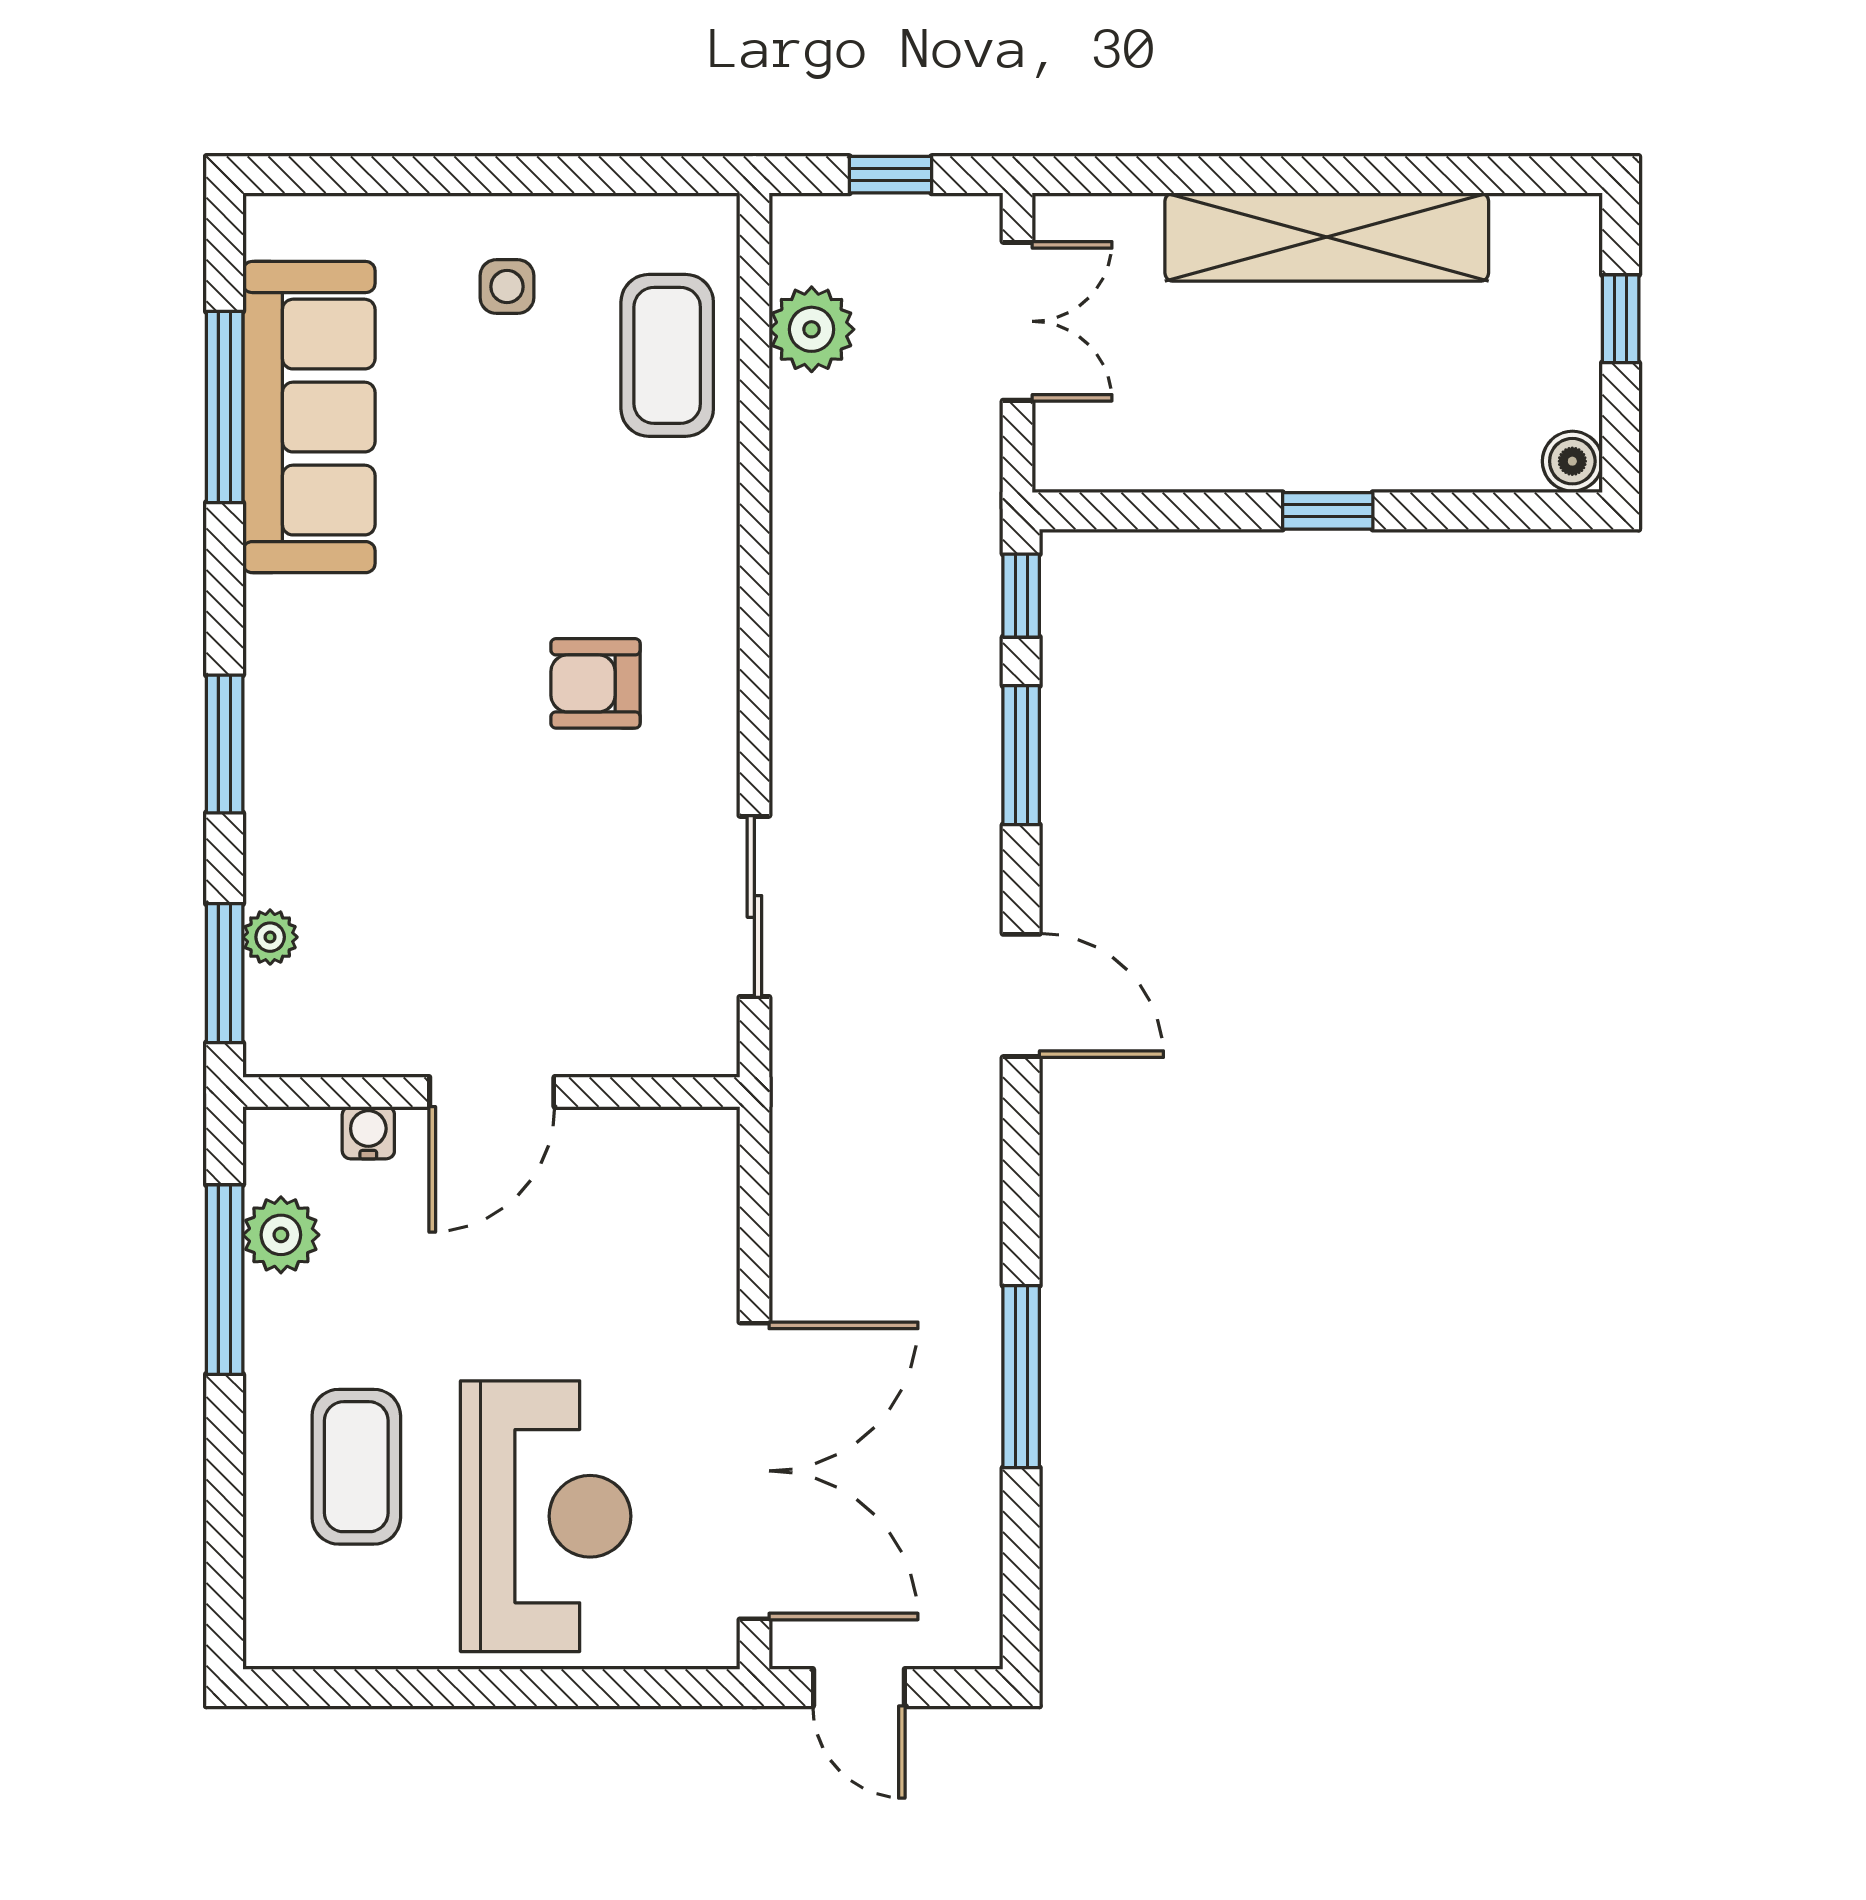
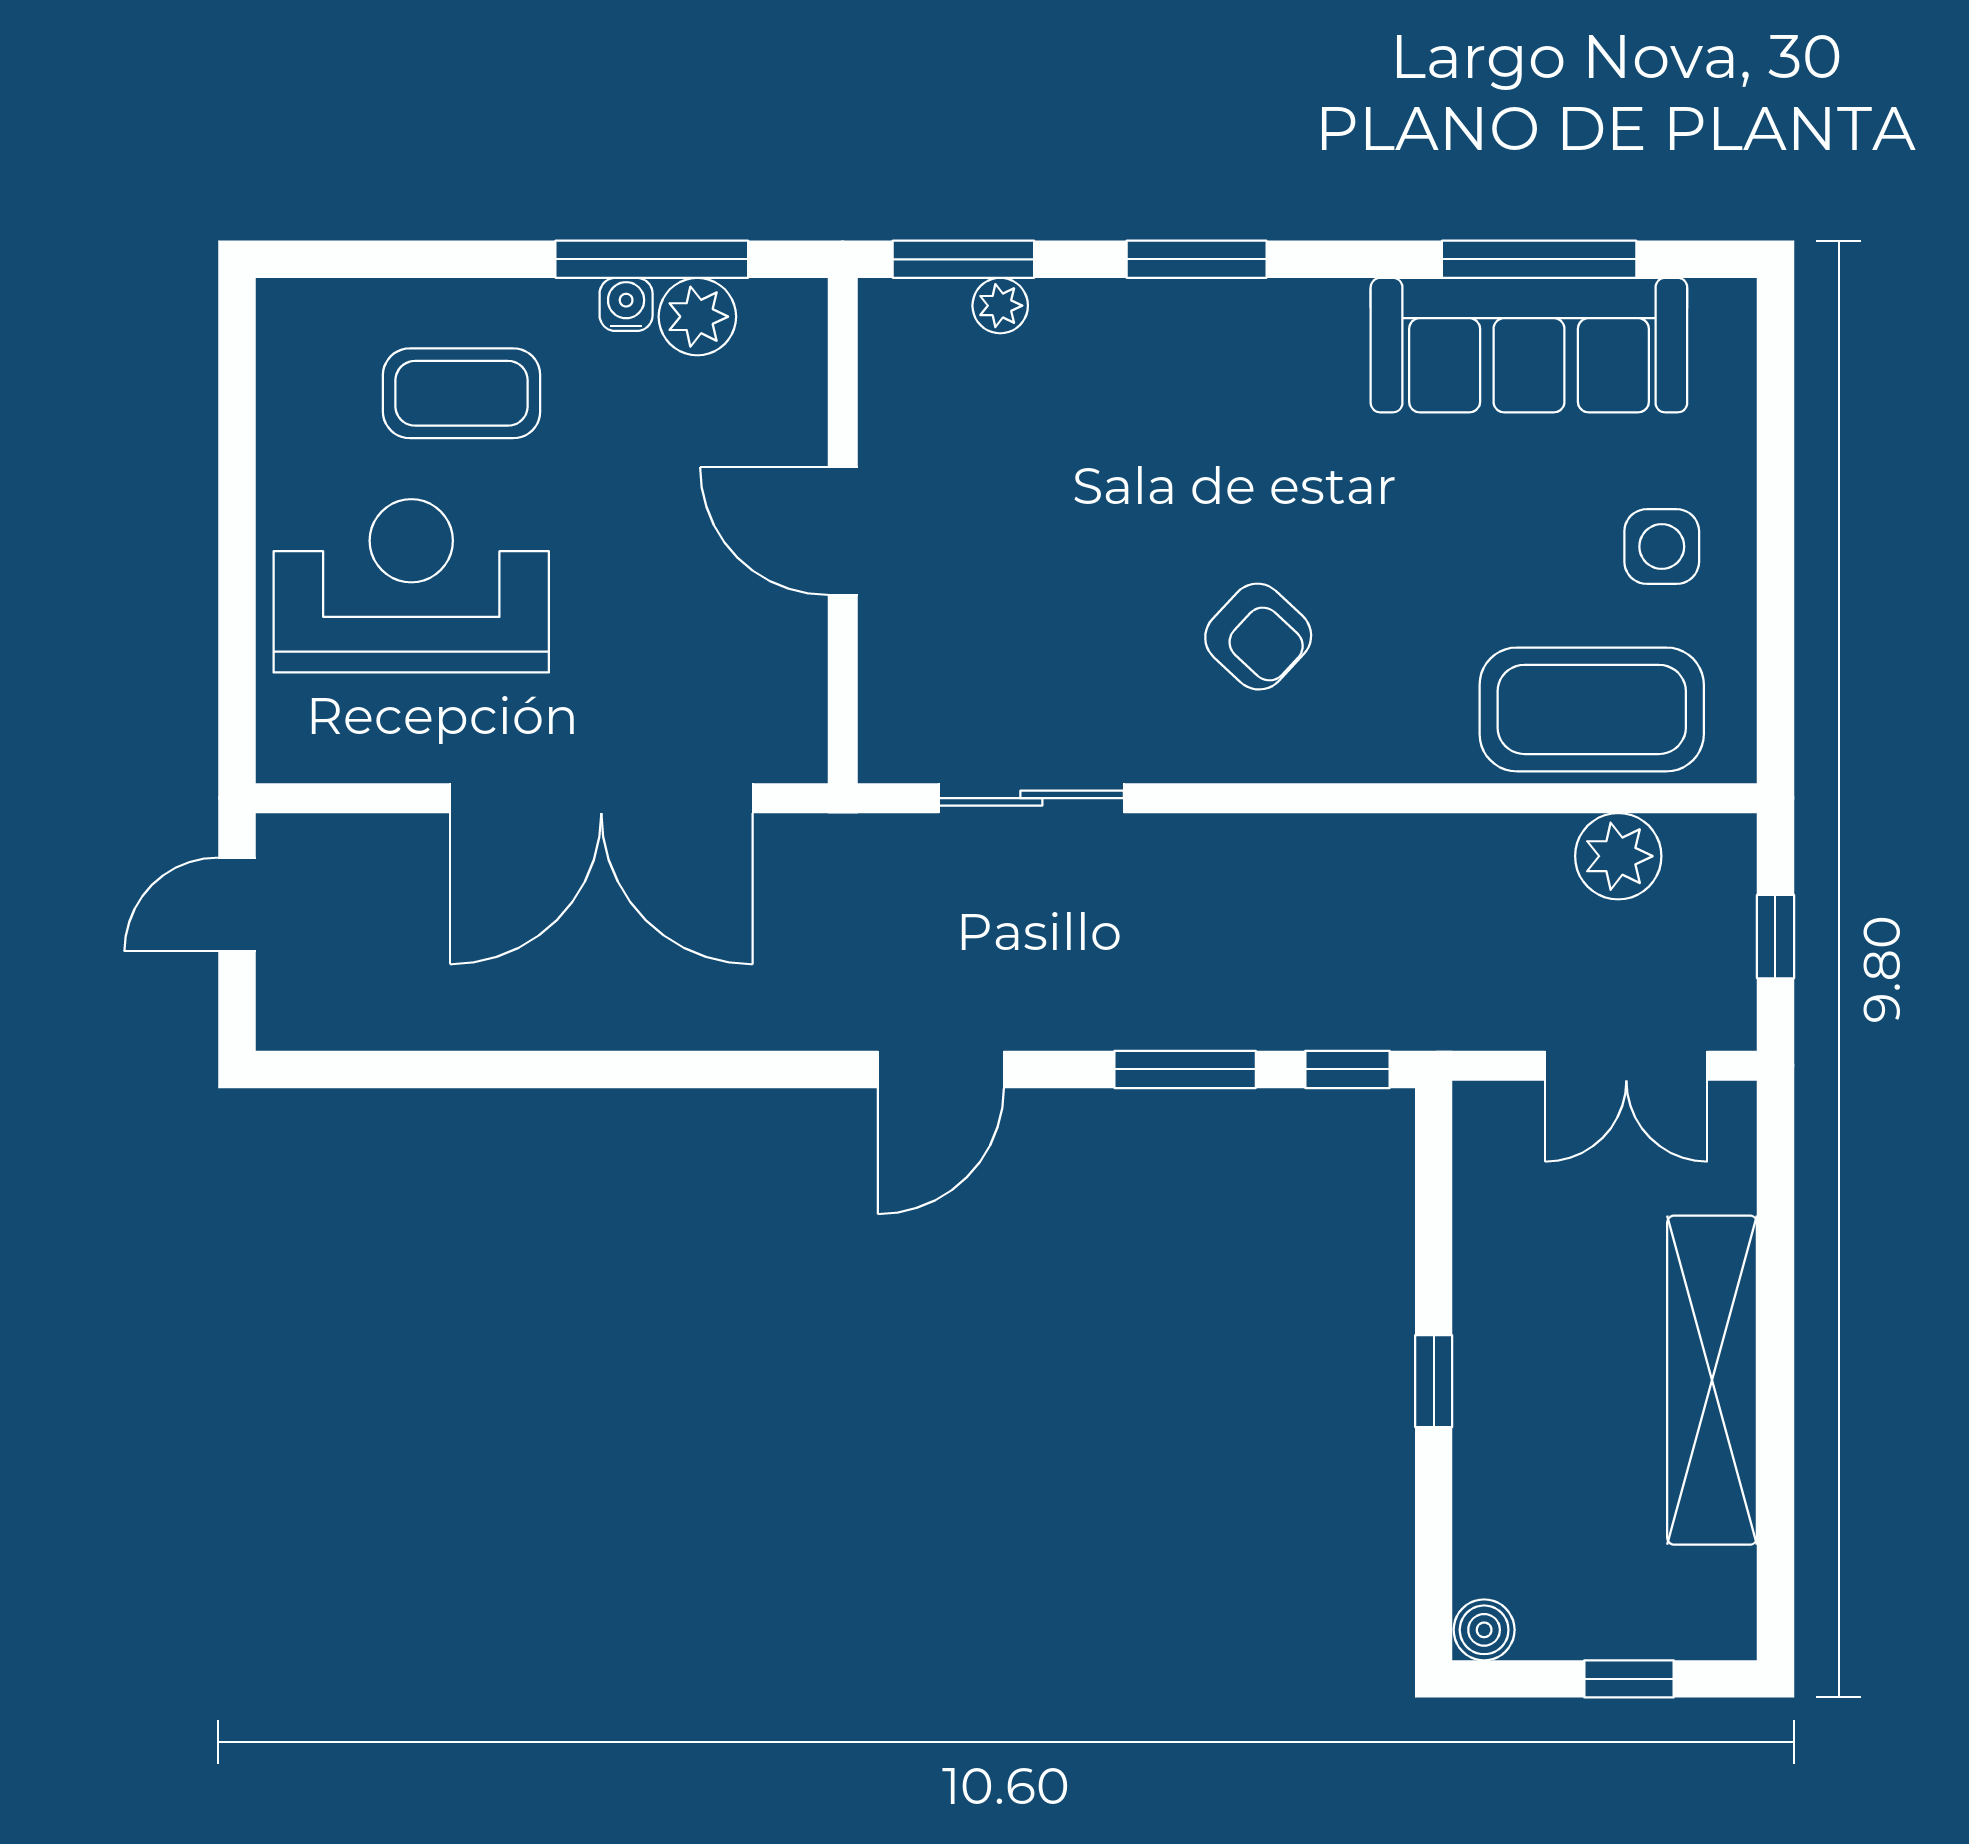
side table: (507, 287) -> (1662, 547), width x1.37, depth x1.37
coffee table: (667, 355) -> (1592, 709), width x1.36, depth x1.32
armchair: (596, 683) -> (1258, 637), turned 133
water cooler: (368, 1133) -> (626, 304), moved, turned -90
window: (1021, 1377) -> (553, 1069), removed
double door: (754, 1471) -> (601, 798), moved
reception desk: (546, 1516) -> (411, 586), turned 180

